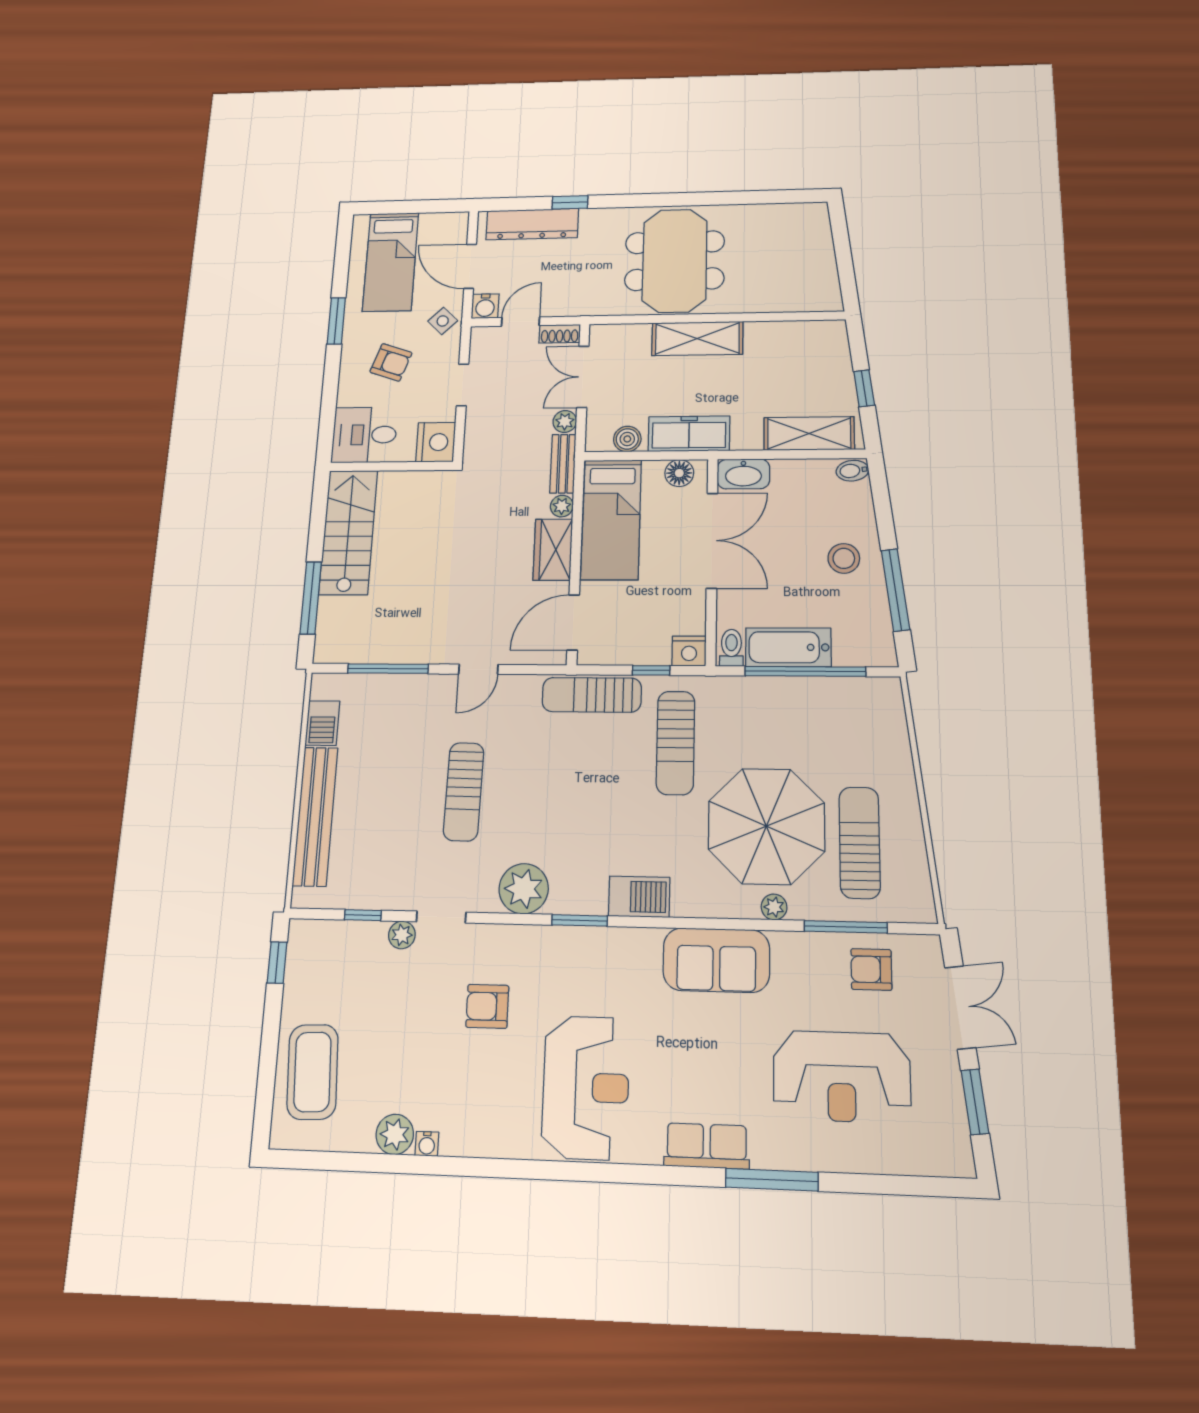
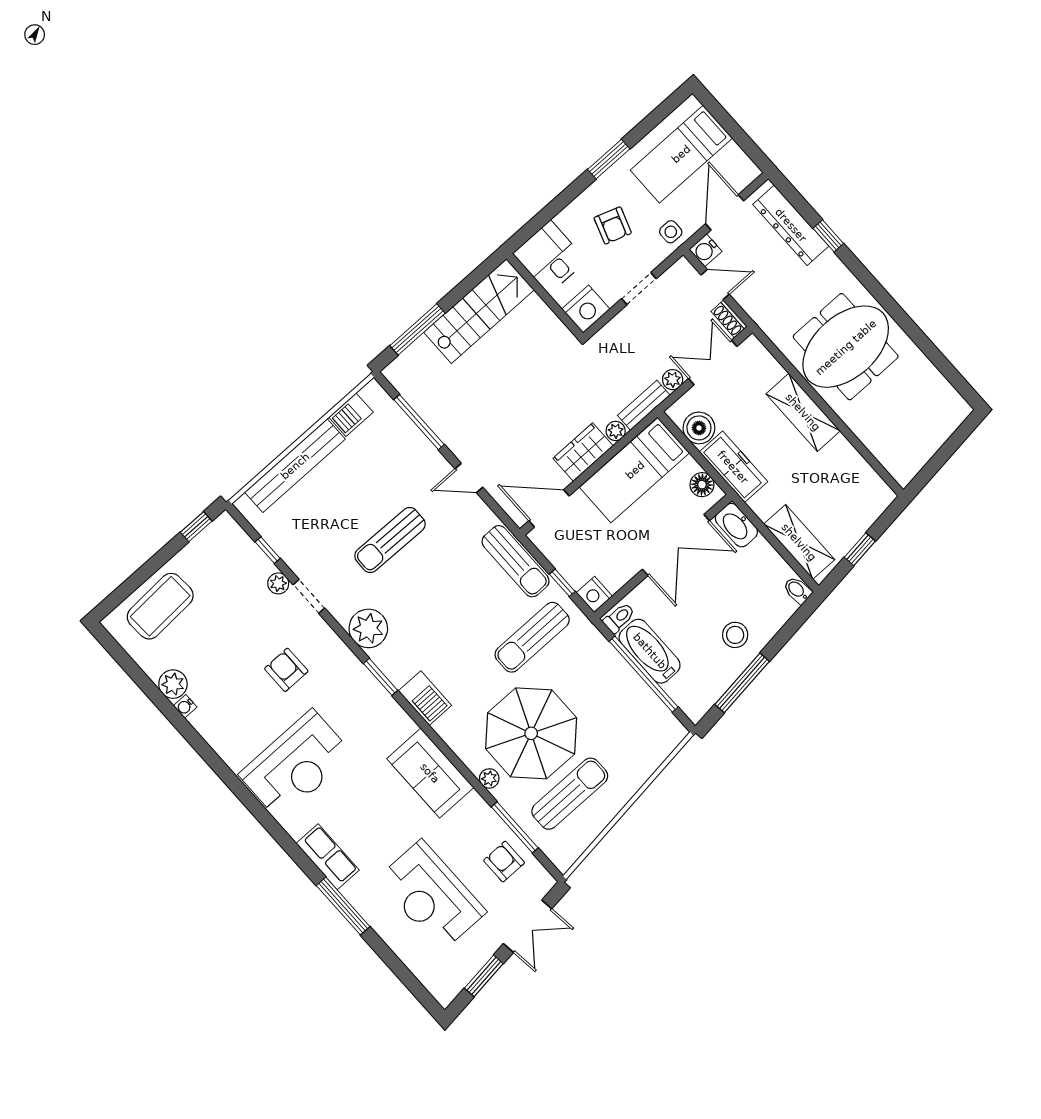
side table: (443, 321) -> (671, 232), turned 45
boiler: (627, 439) -> (699, 428), width x1.36, depth x1.36
sun lounger: (592, 695) -> (516, 561), turned 180

